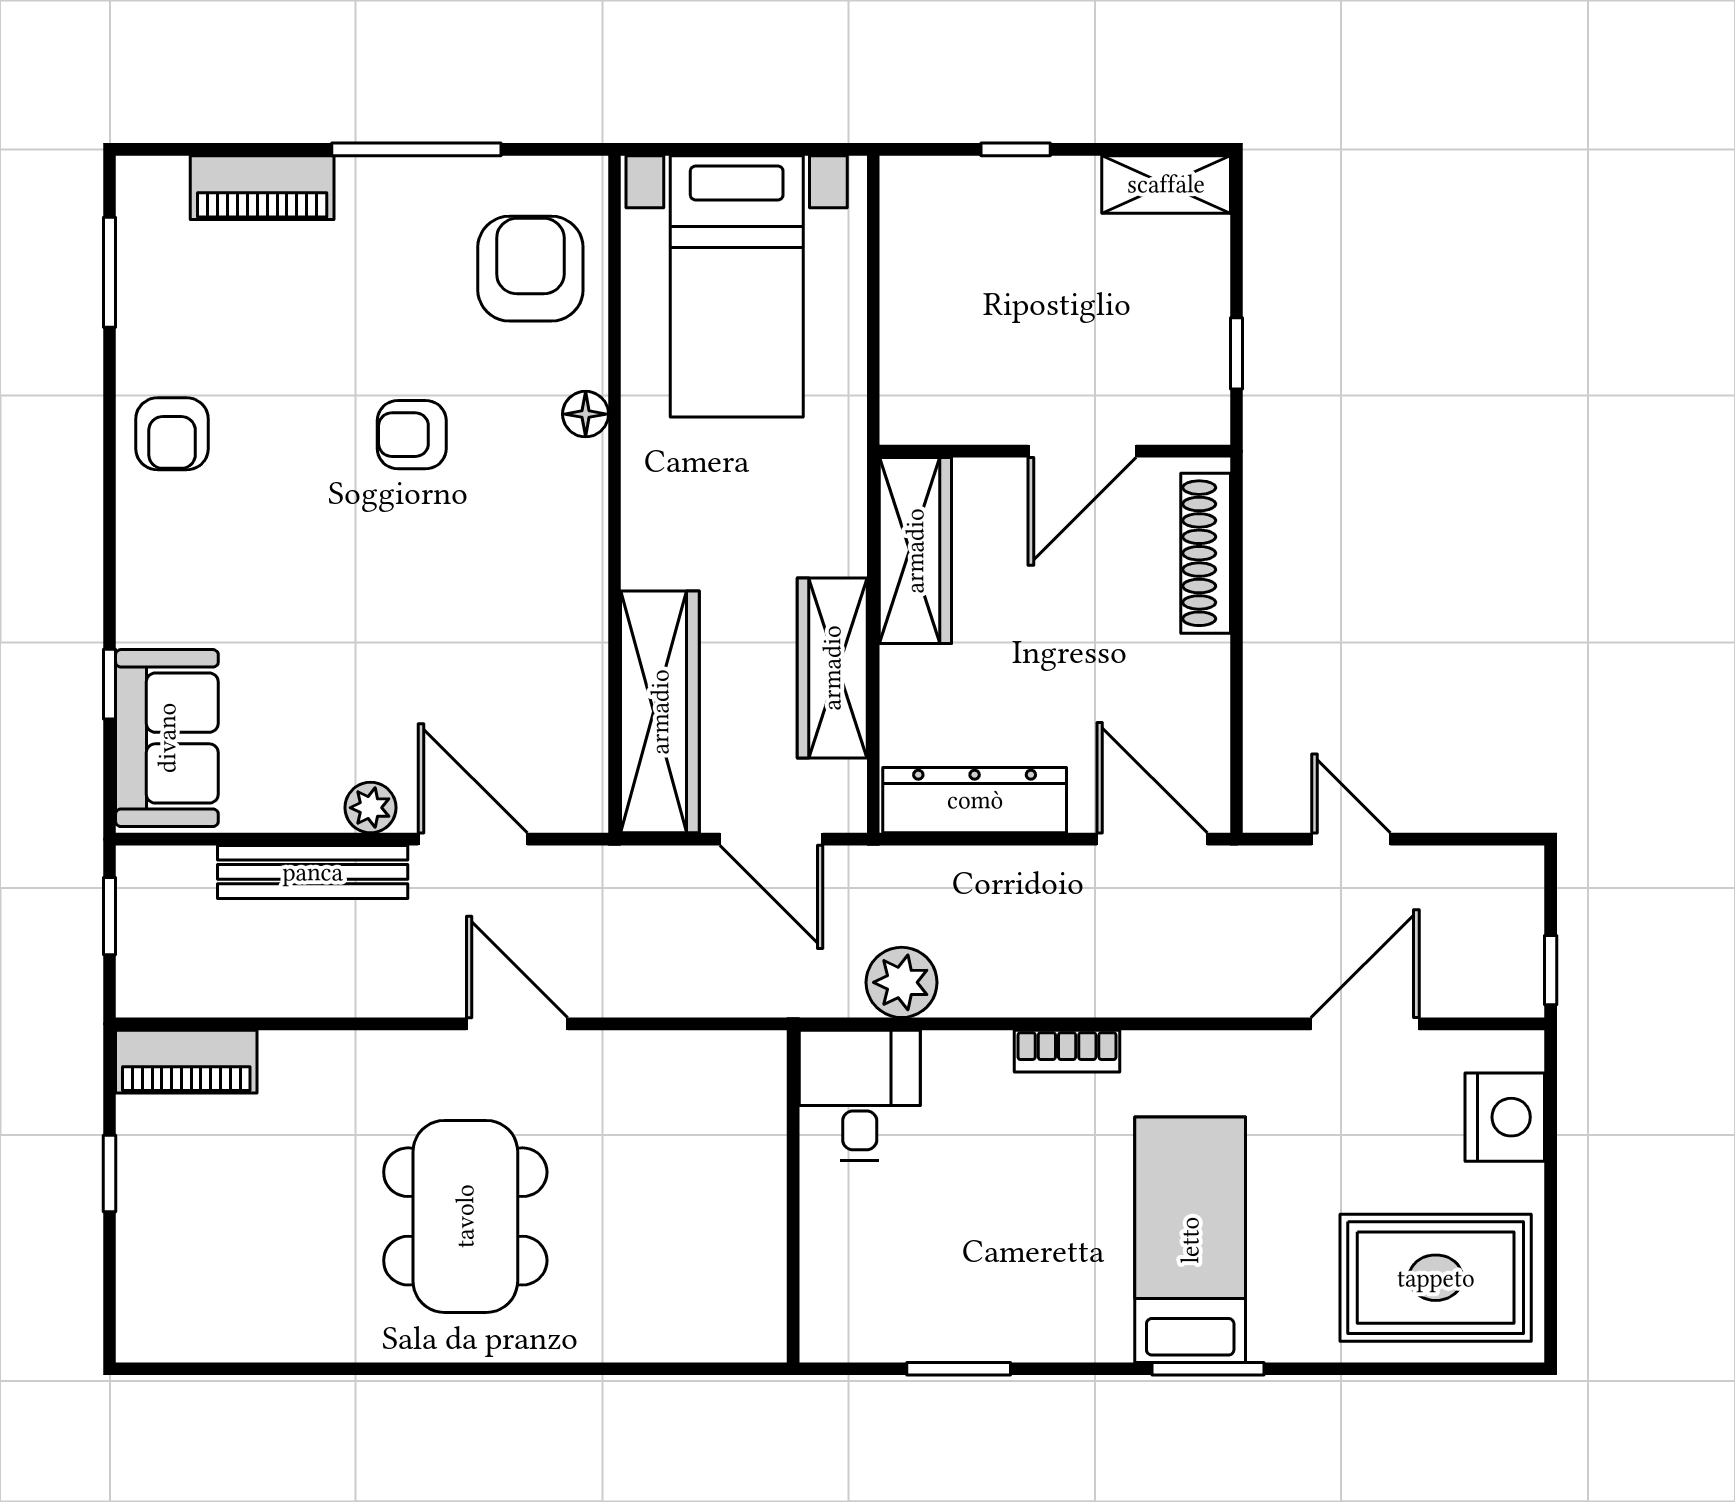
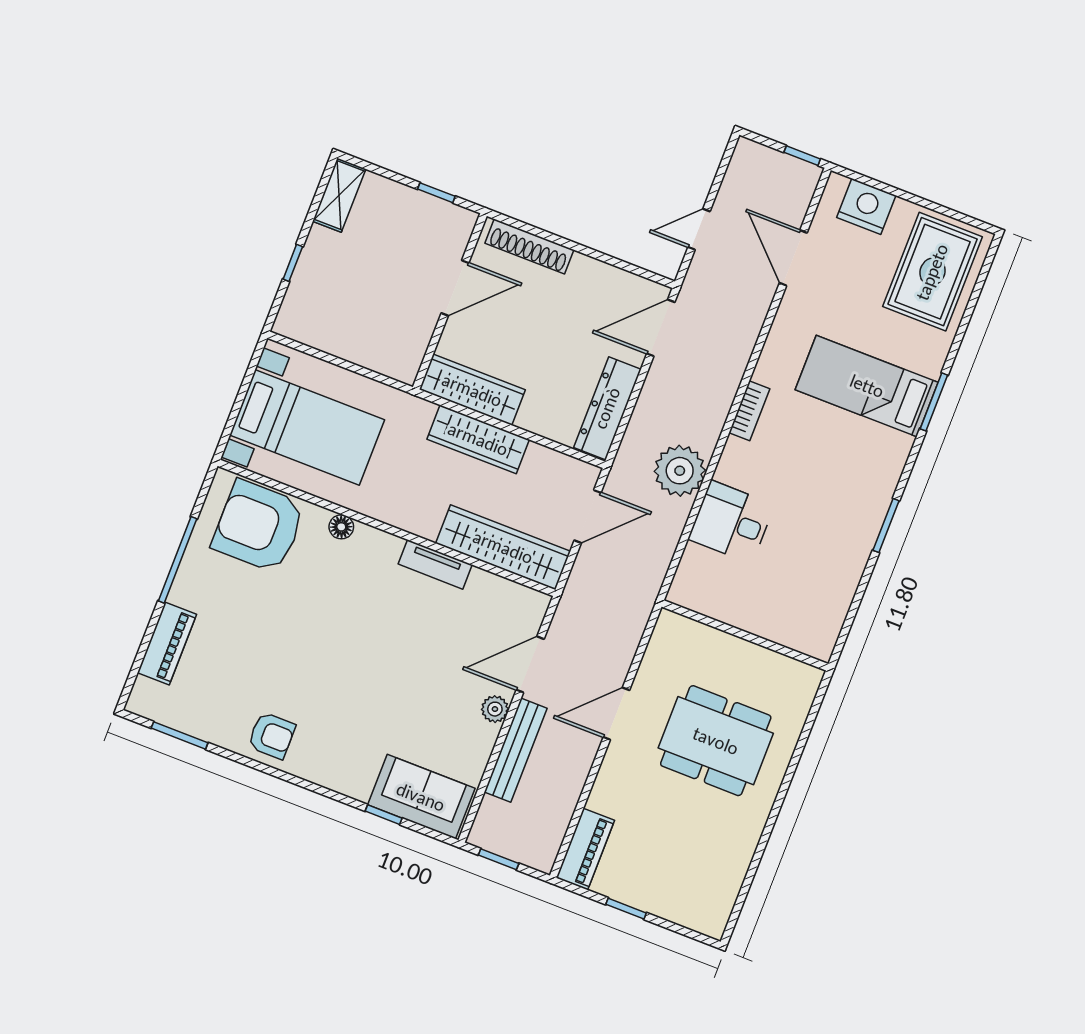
armchair: (530, 269) -> (259, 526), width x1.36, depth x1.36
armchair: (412, 435) -> (318, 617), removed
door: (1082, 451) -> (455, 288), hinge flipped
tv unit: (584, 604) -> (435, 564), added
wardrobe: (832, 668) -> (478, 439), moved
plant: (902, 982) -> (680, 471), width x1.36, depth x1.36
door: (517, 1024) -> (616, 714), moved
wall: (793, 1196) -> (745, 635), moved

